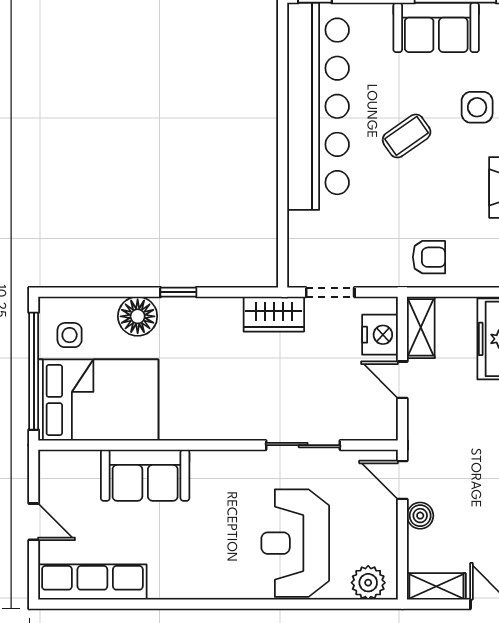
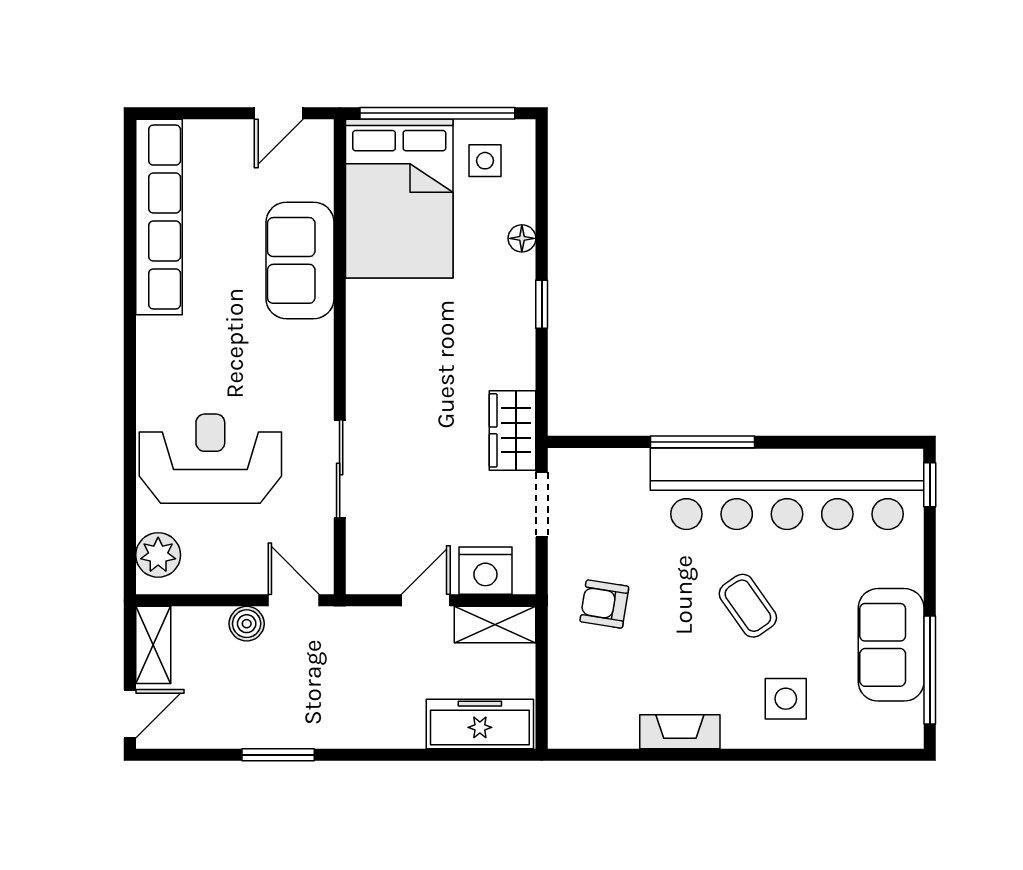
window: (283, 170) -> (702, 442), added
armchair: (429, 257) -> (604, 604), moved, turned 99
floor lamp: (138, 316) -> (522, 238), width x0.53, depth x0.53
door: (402, 480) -> (294, 600), hinge flipped
door: (34, 522) -> (279, 113), moved
row of seats: (92, 582) -> (159, 217), width x1.36

